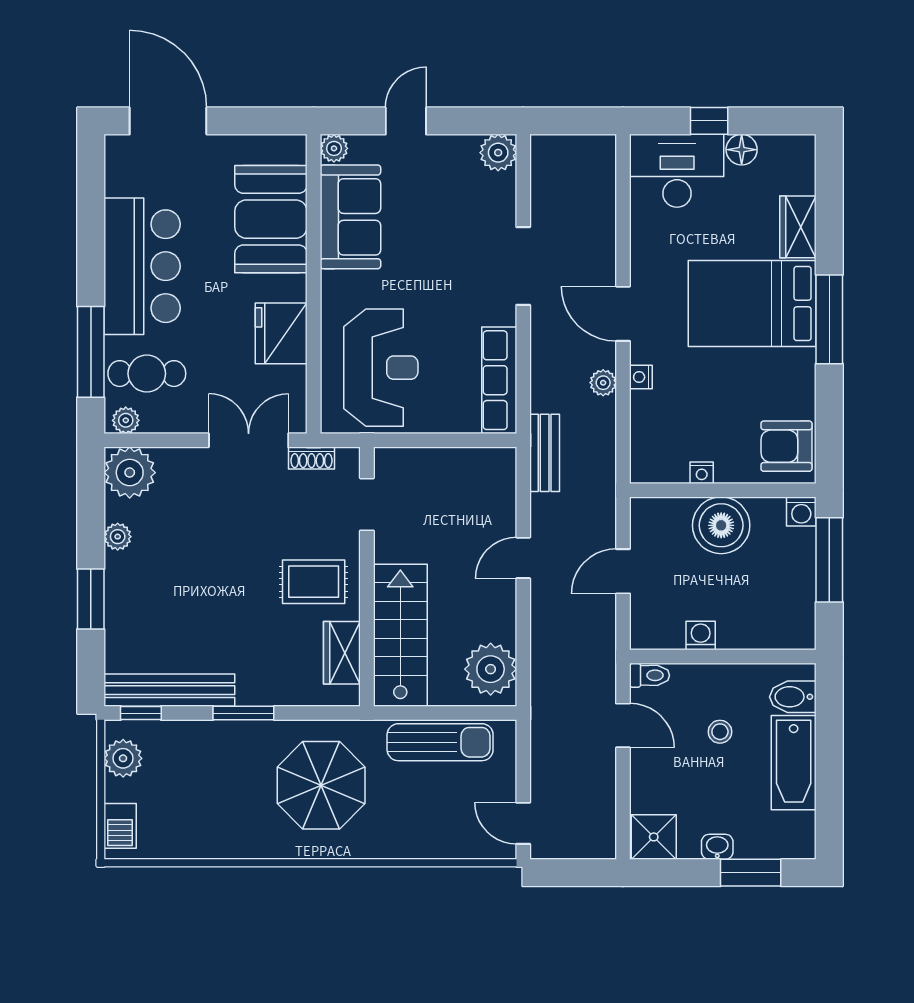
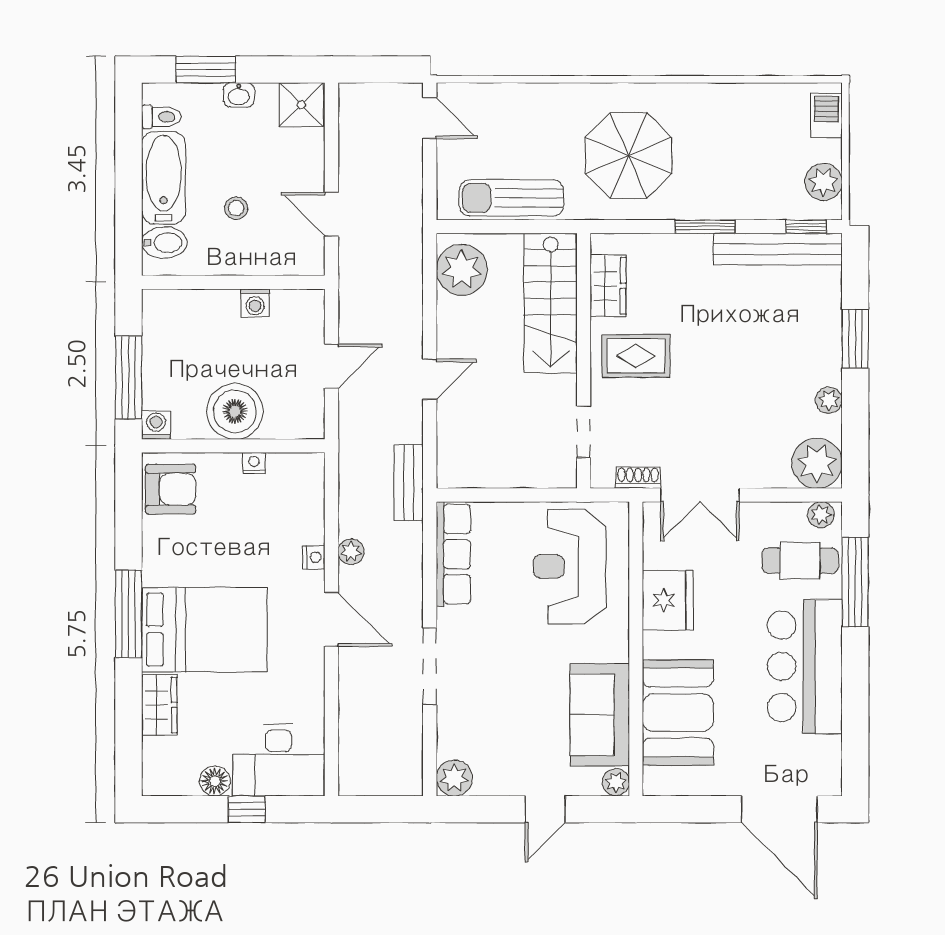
toilet: (649, 675) -> (161, 117), moved, turned 180

